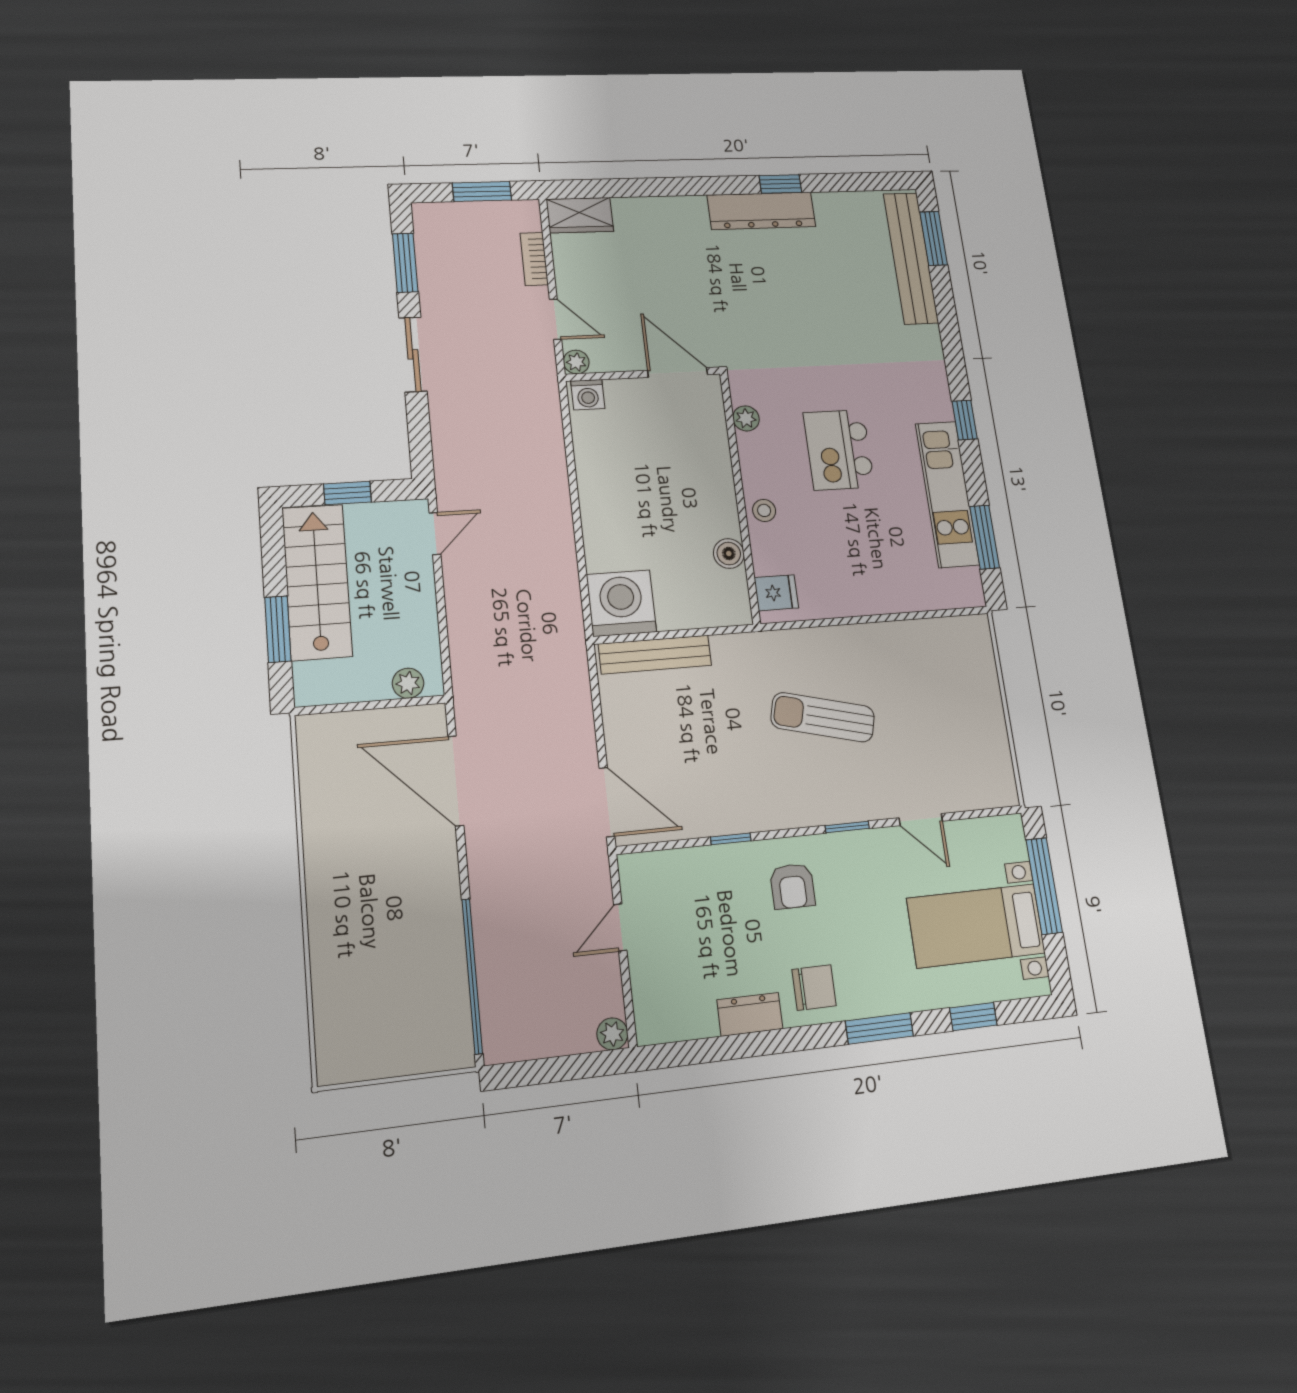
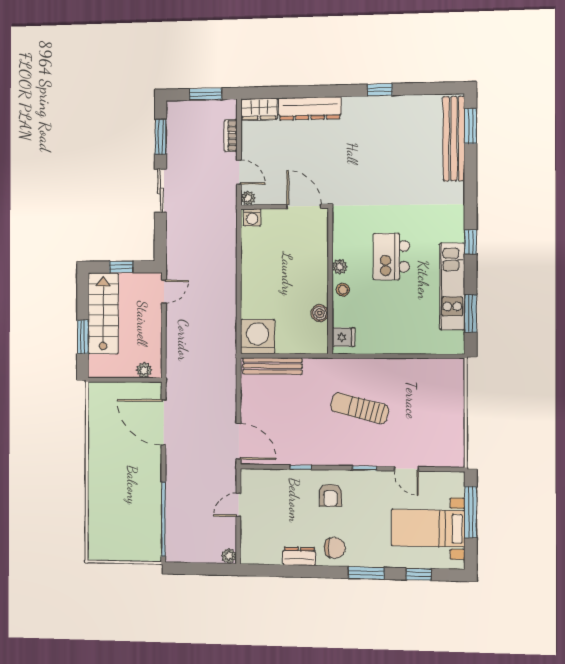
dresser: (761, 211) -> (310, 108), moved
plant: (746, 418) -> (340, 267), moved

